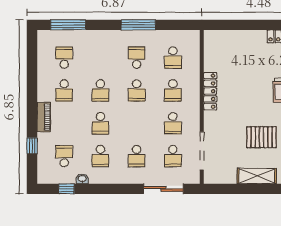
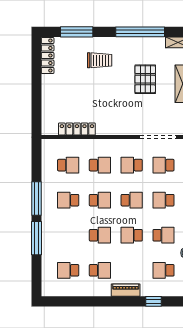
window: (68, 25) -> (36, 238), moved
locker: (210, 91) -> (77, 129), moved
school desk: (100, 123) -> (132, 235), turned 180
school desk: (137, 123) -> (132, 200), added
school desk: (173, 123) -> (132, 165), turned 180
school desk: (137, 156) -> (163, 200), turned 180
school desk: (173, 156) -> (163, 165), turned 180

